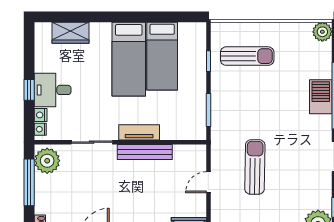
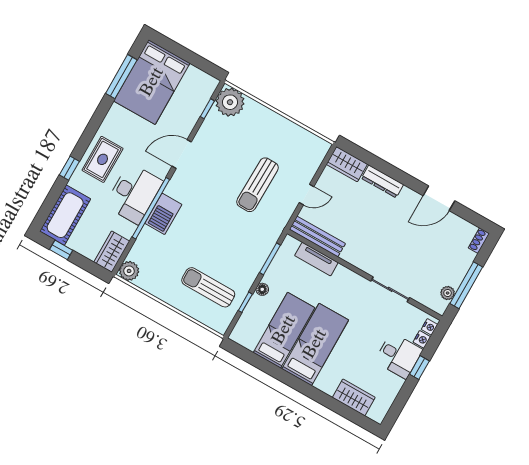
floor lamp: (200, 80) -> (262, 289), added
tv unit: (139, 132) -> (316, 259), moved
bench: (145, 152) -> (317, 236), moved
plant: (47, 161) -> (448, 293), width x0.53, depth x0.53

